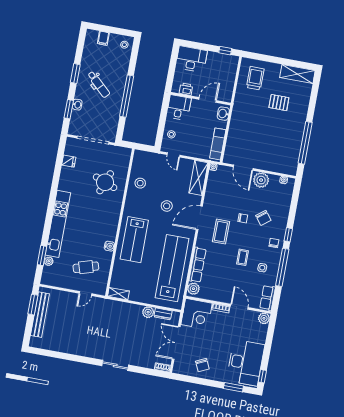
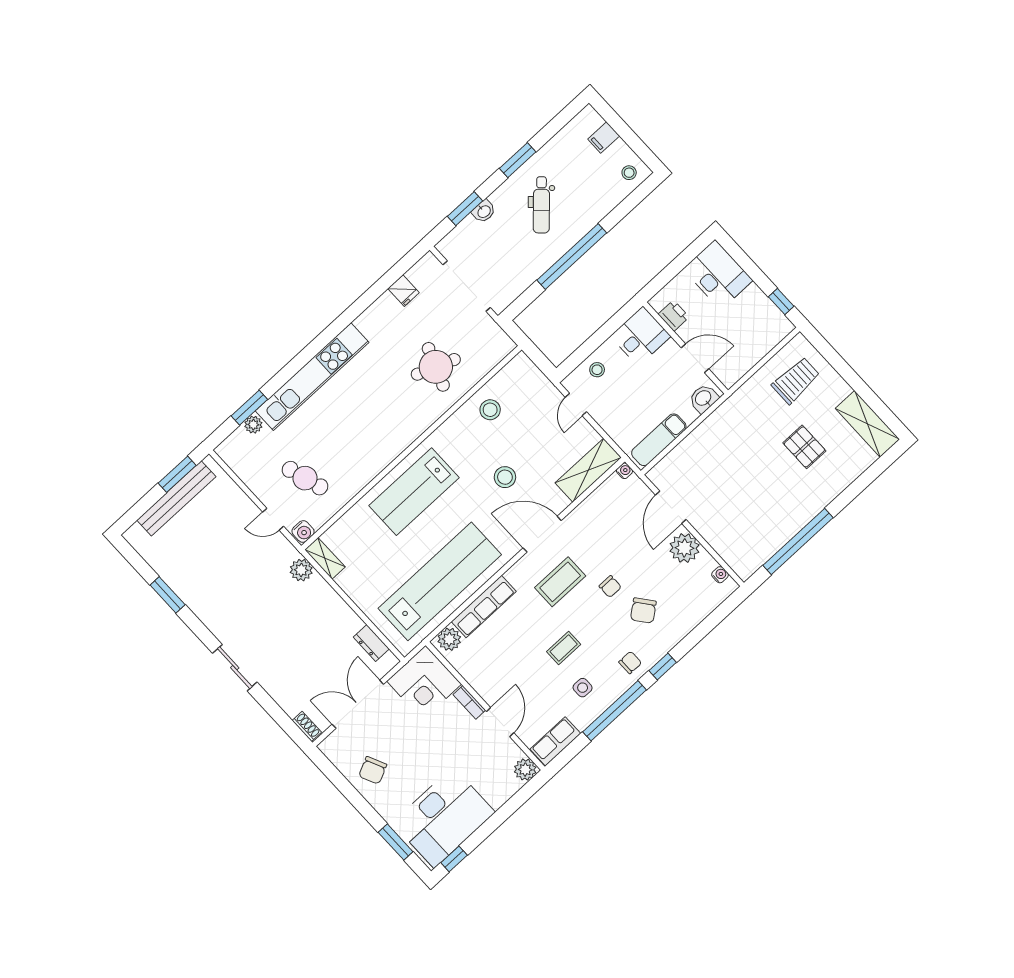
water cooler: (109, 246) -> (303, 531), moved
plant: (148, 312) -> (301, 570), moved
window: (66, 356) -> (168, 595), added

